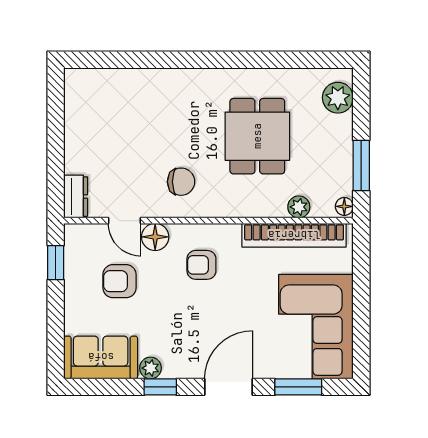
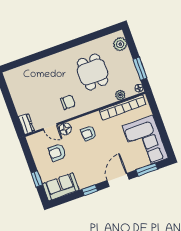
window: (56, 263) -> (37, 179), moved
plant: (151, 368) -> (83, 184), removed

